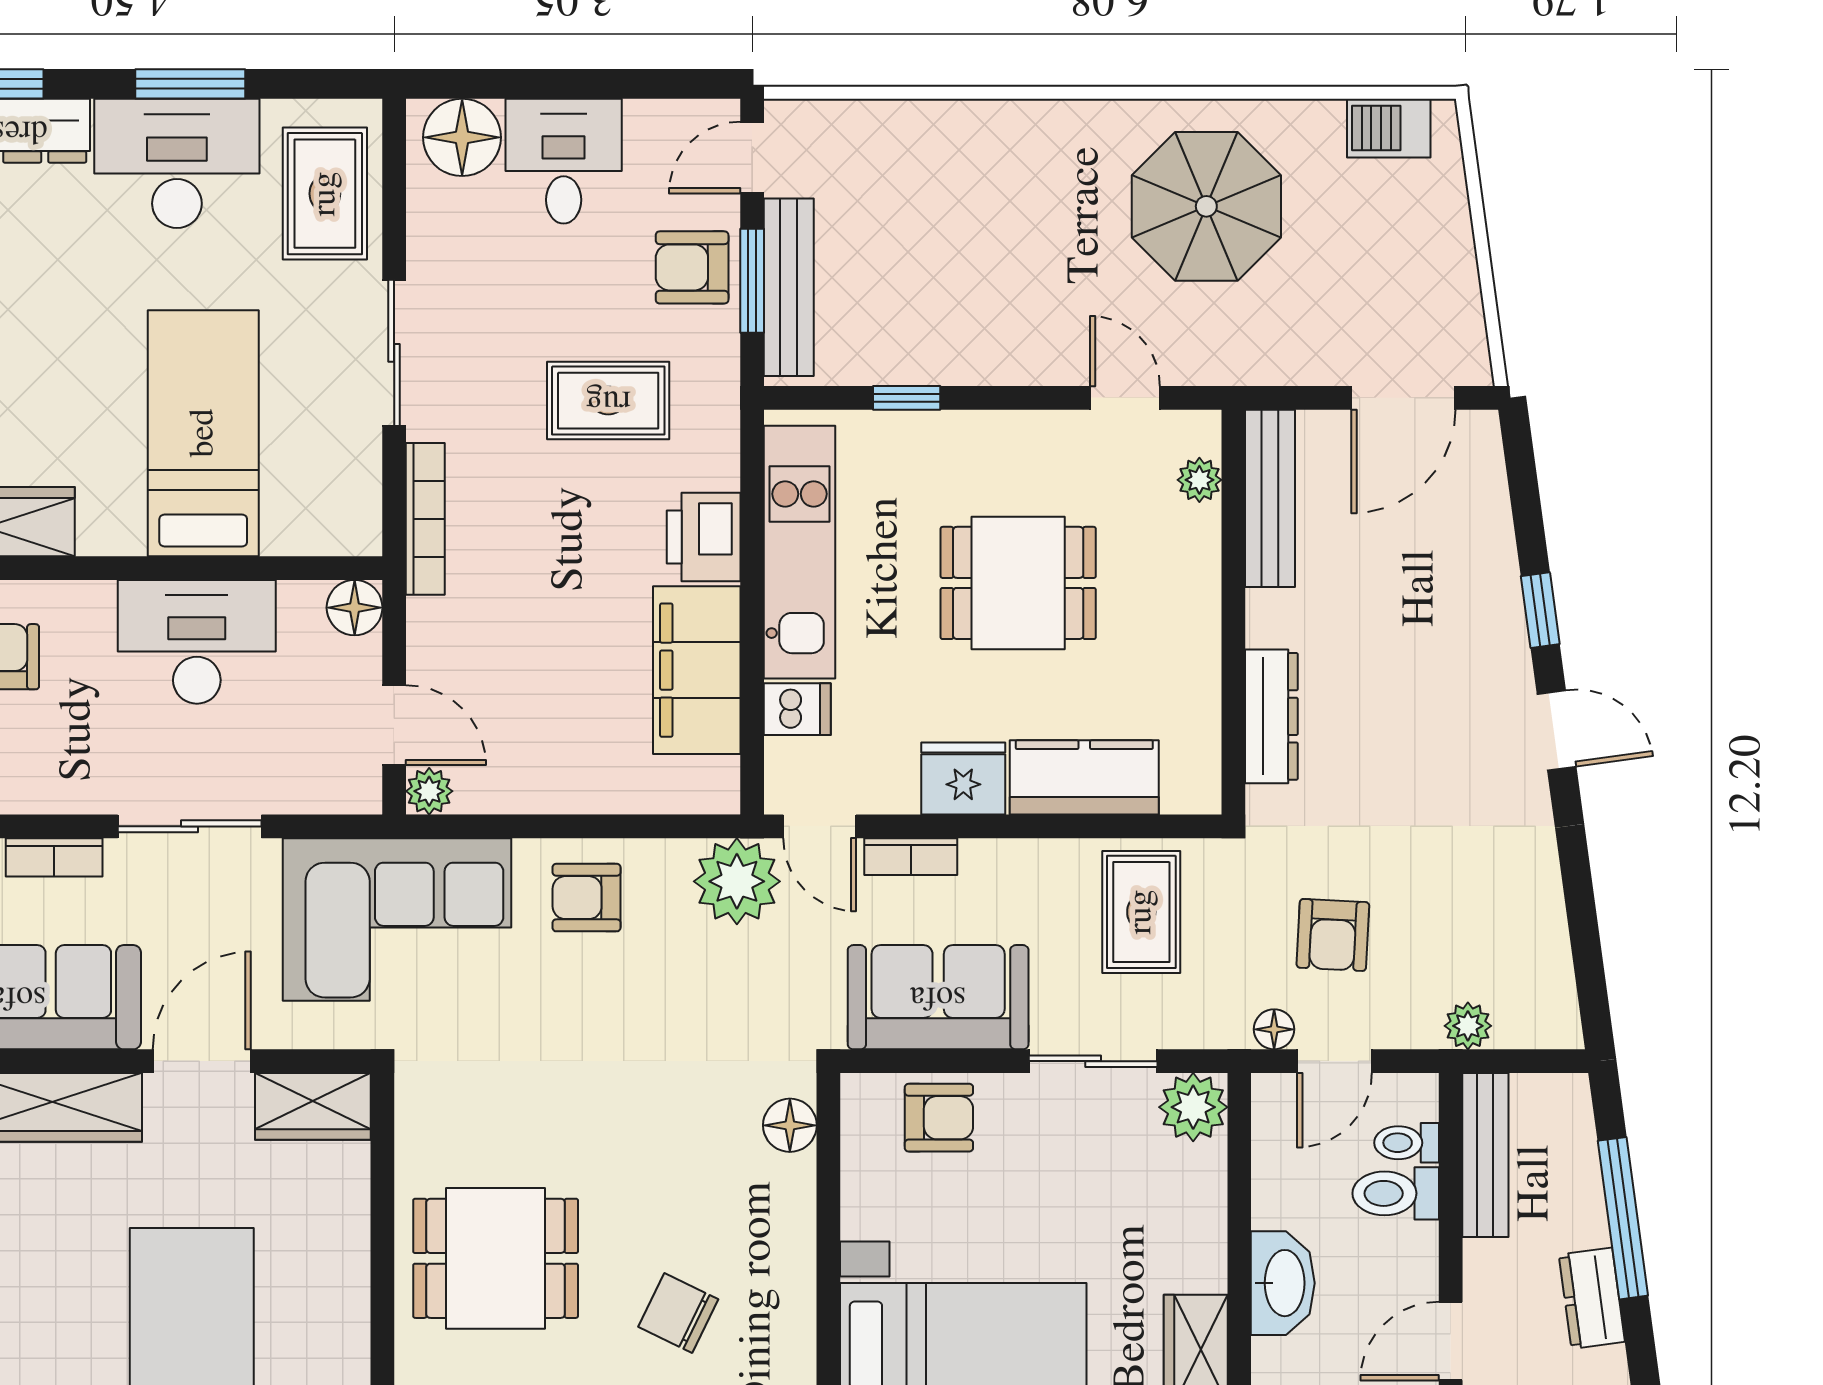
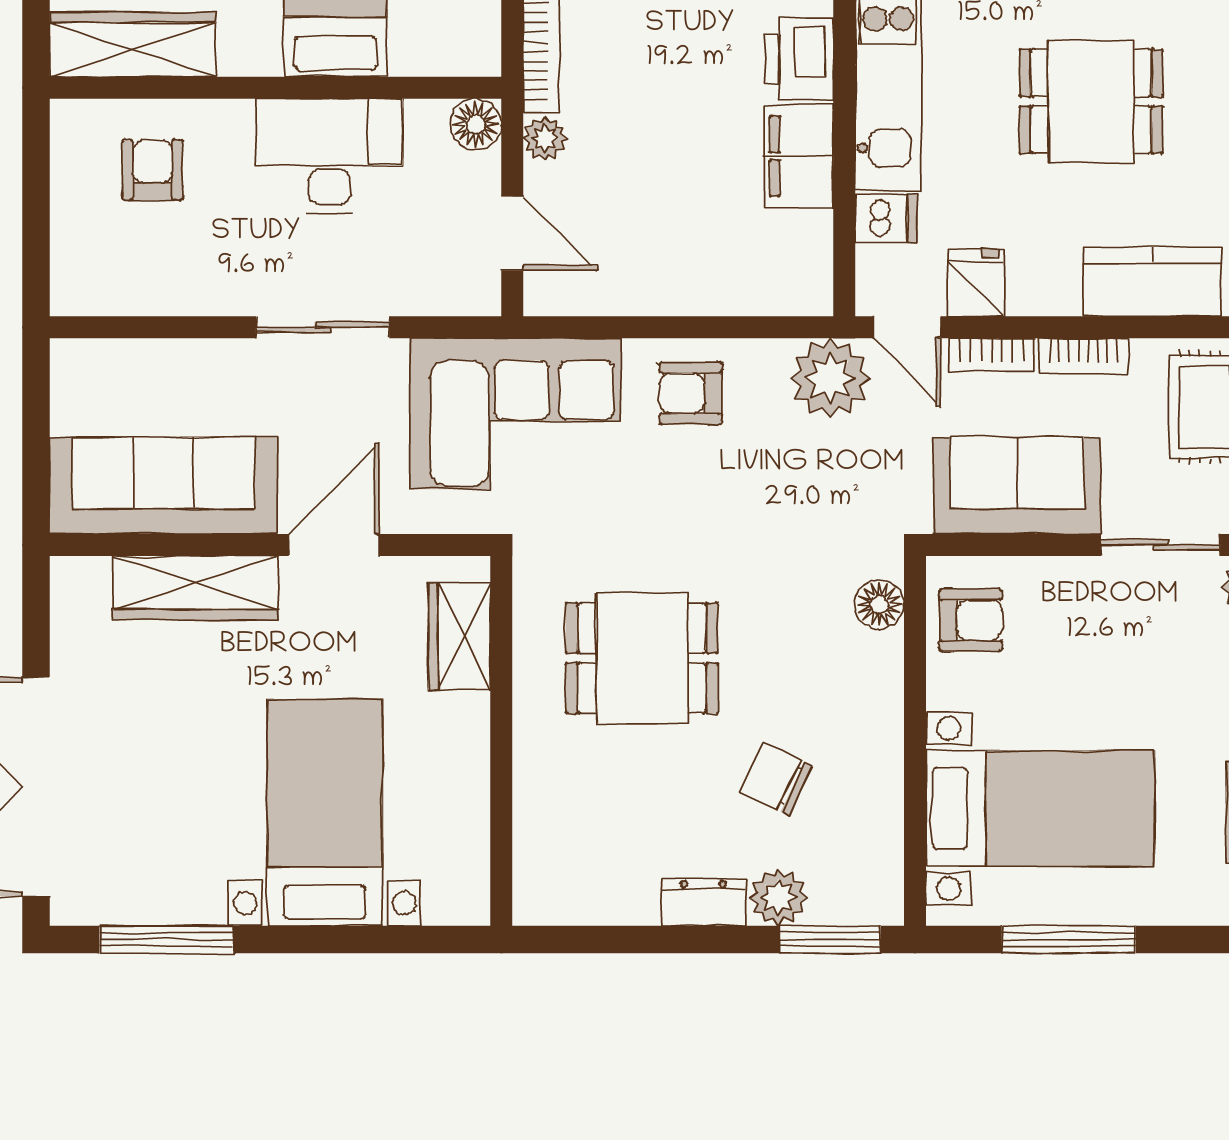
filing cabinet: (697, 670) -> (799, 156), width x0.67, depth x0.86
fridge: (963, 779) -> (976, 283), moved, width x0.72
plant: (429, 791) -> (545, 138), moved
bookcase: (54, 857) -> (1083, 356), moved
wardrobe: (313, 1106) -> (459, 636), moved, turned 90
armchair: (939, 1118) -> (971, 620), moved
dining table: (496, 1258) -> (642, 658), moved

